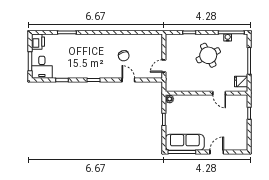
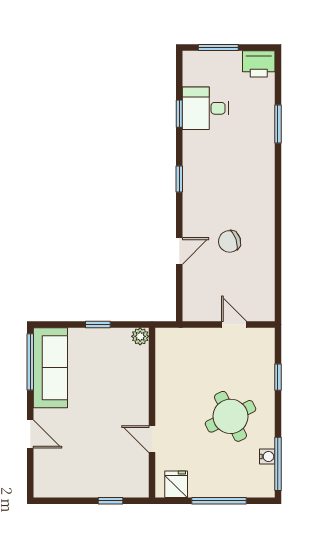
door: (164, 66) -> (234, 324), moved
desk: (42, 67) -> (206, 108), moved
door: (219, 93) -> (152, 439), hinge flipped

